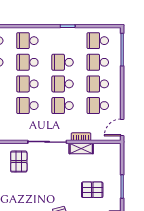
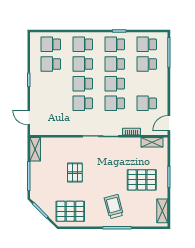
school desk: (98, 84) -> (115, 44), moved
shelving: (81, 148) -> (152, 142), moved
pallet: (19, 162) -> (75, 173), moved
pallet: (92, 190) -> (142, 180), width x1.50, depth x1.42

